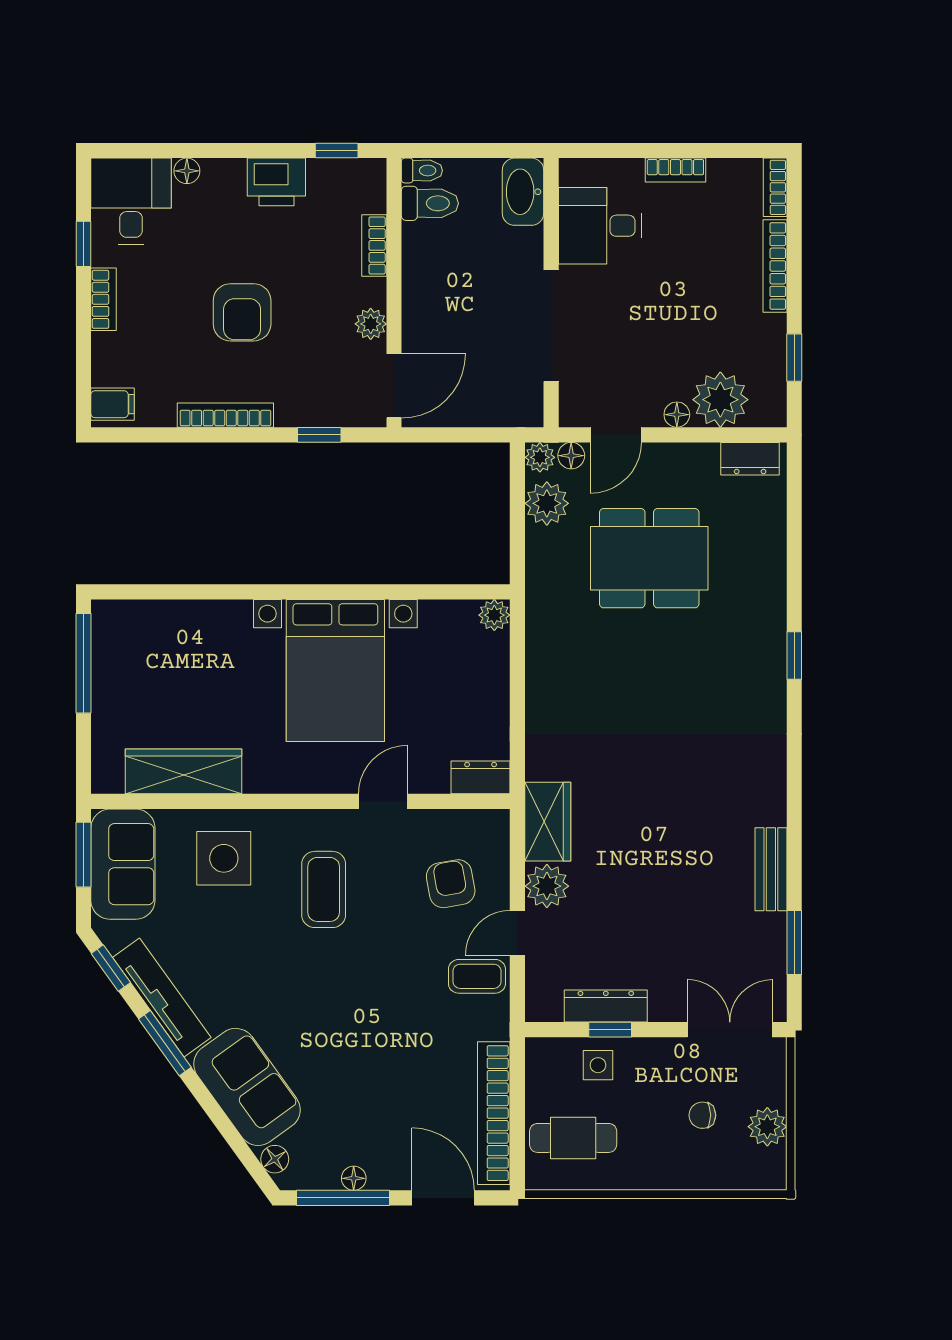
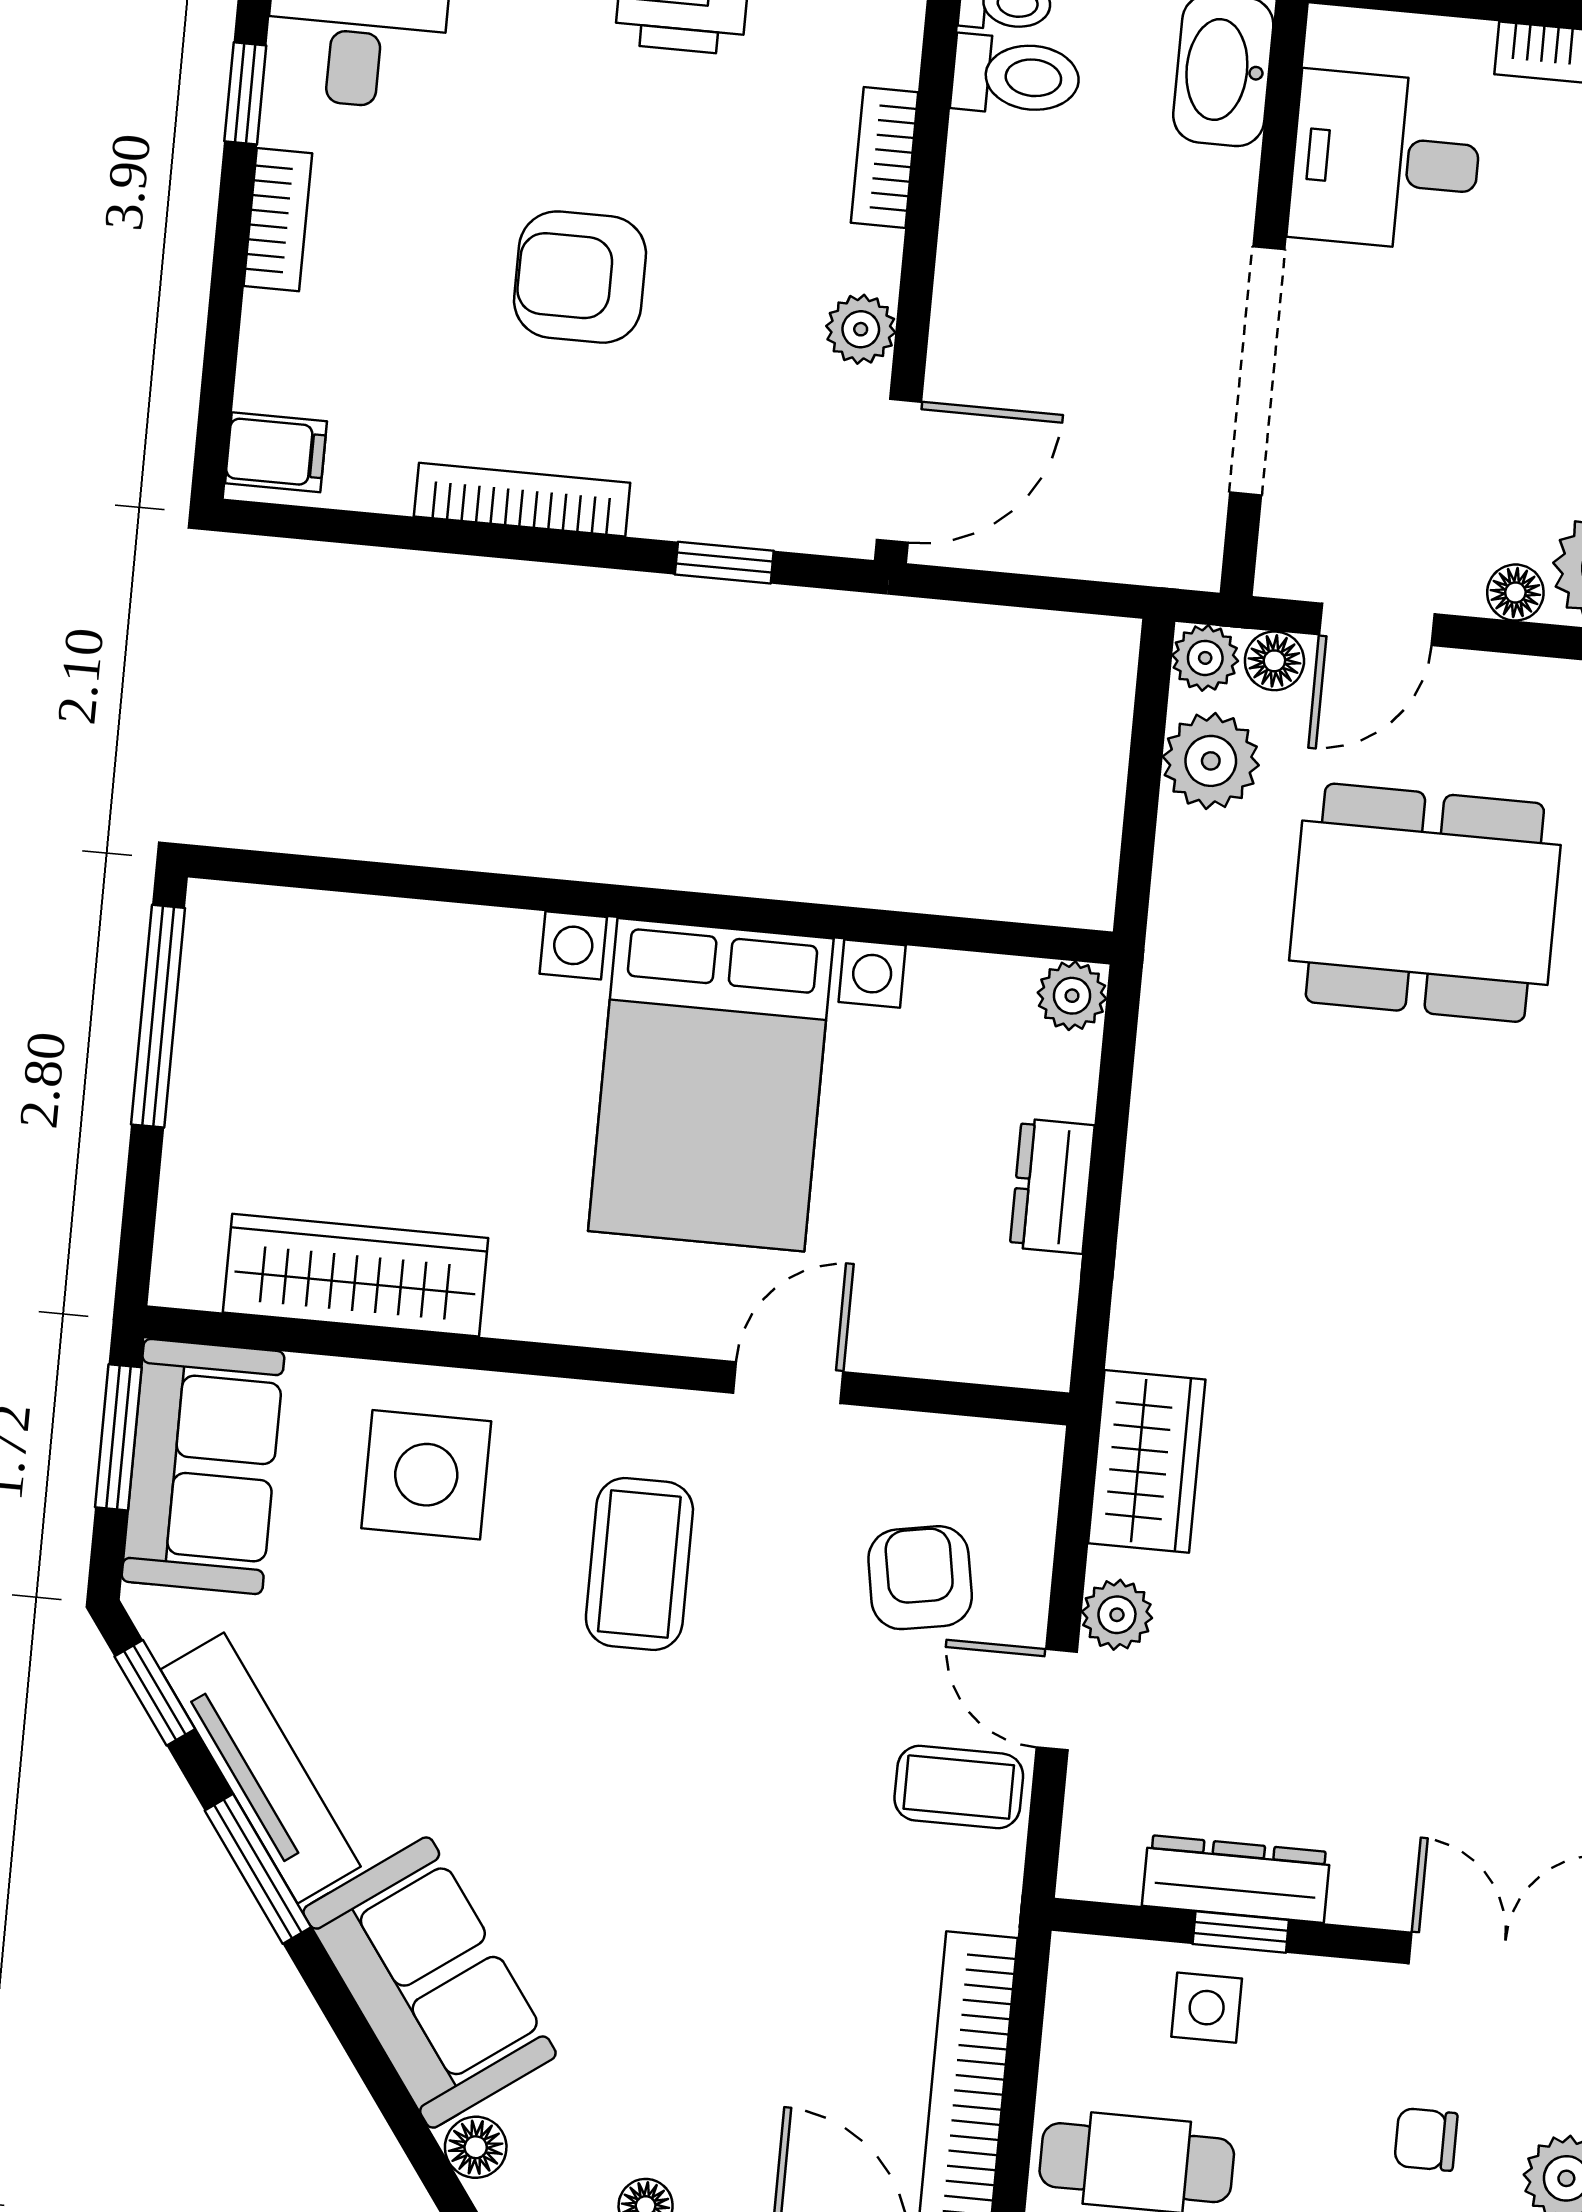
armchair: (242, 312) -> (580, 277), turned 90
dresser: (481, 777) -> (1052, 1186), moved, turned -90
plant: (547, 886) -> (1117, 1615), width x0.73, depth x0.73
door: (517, 933) -> (1057, 1700), hinge flipped

